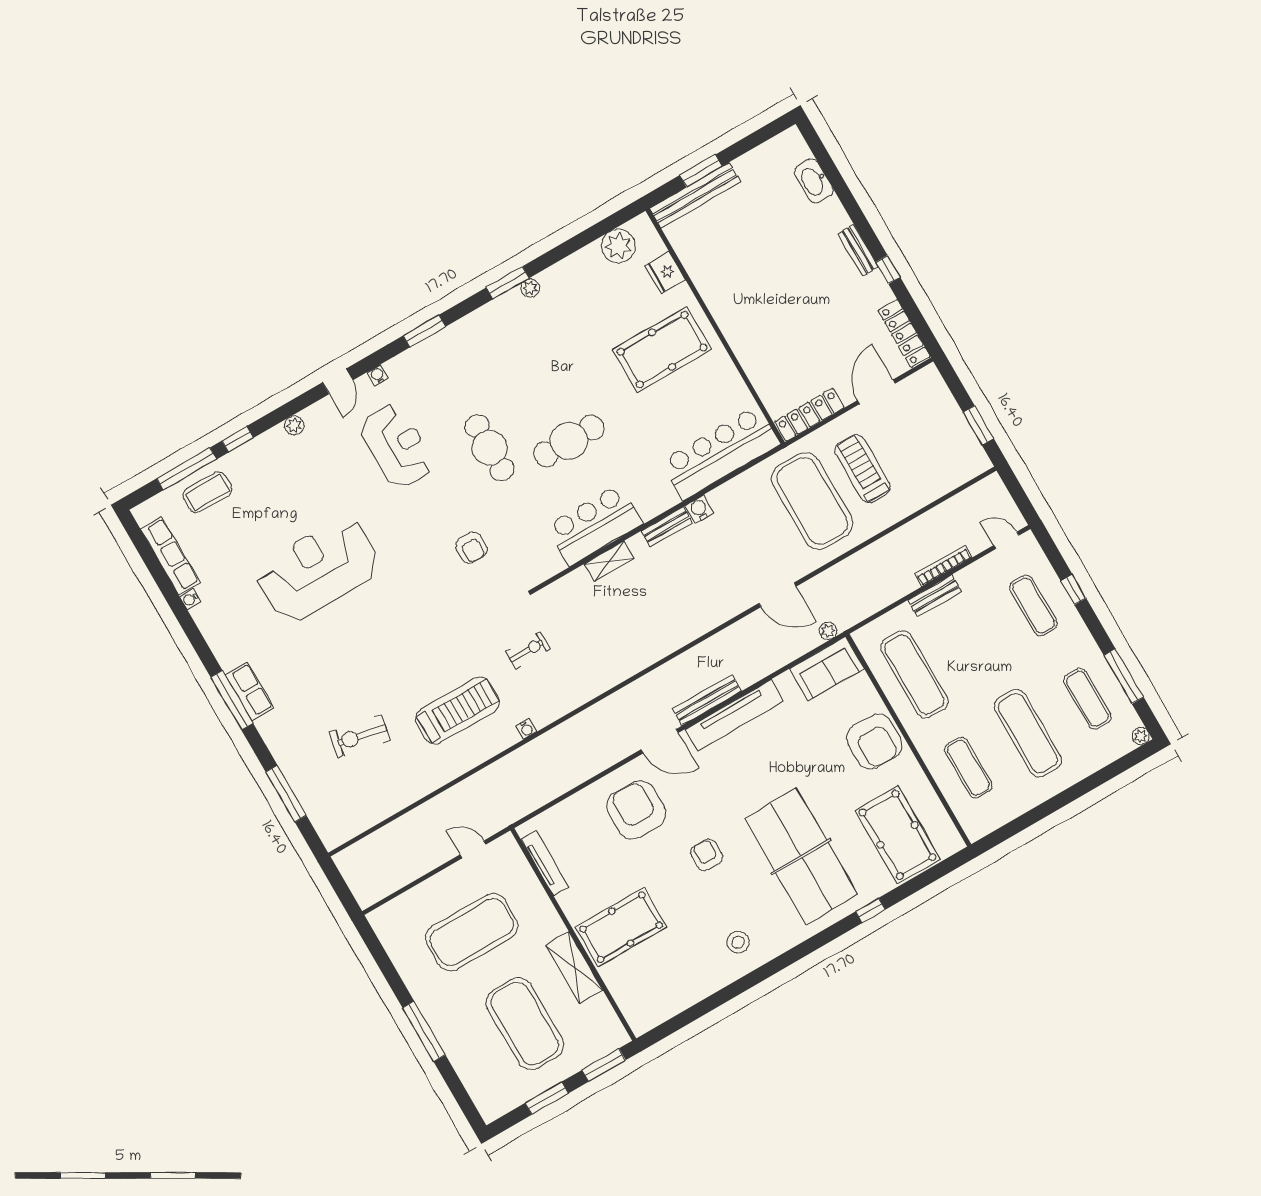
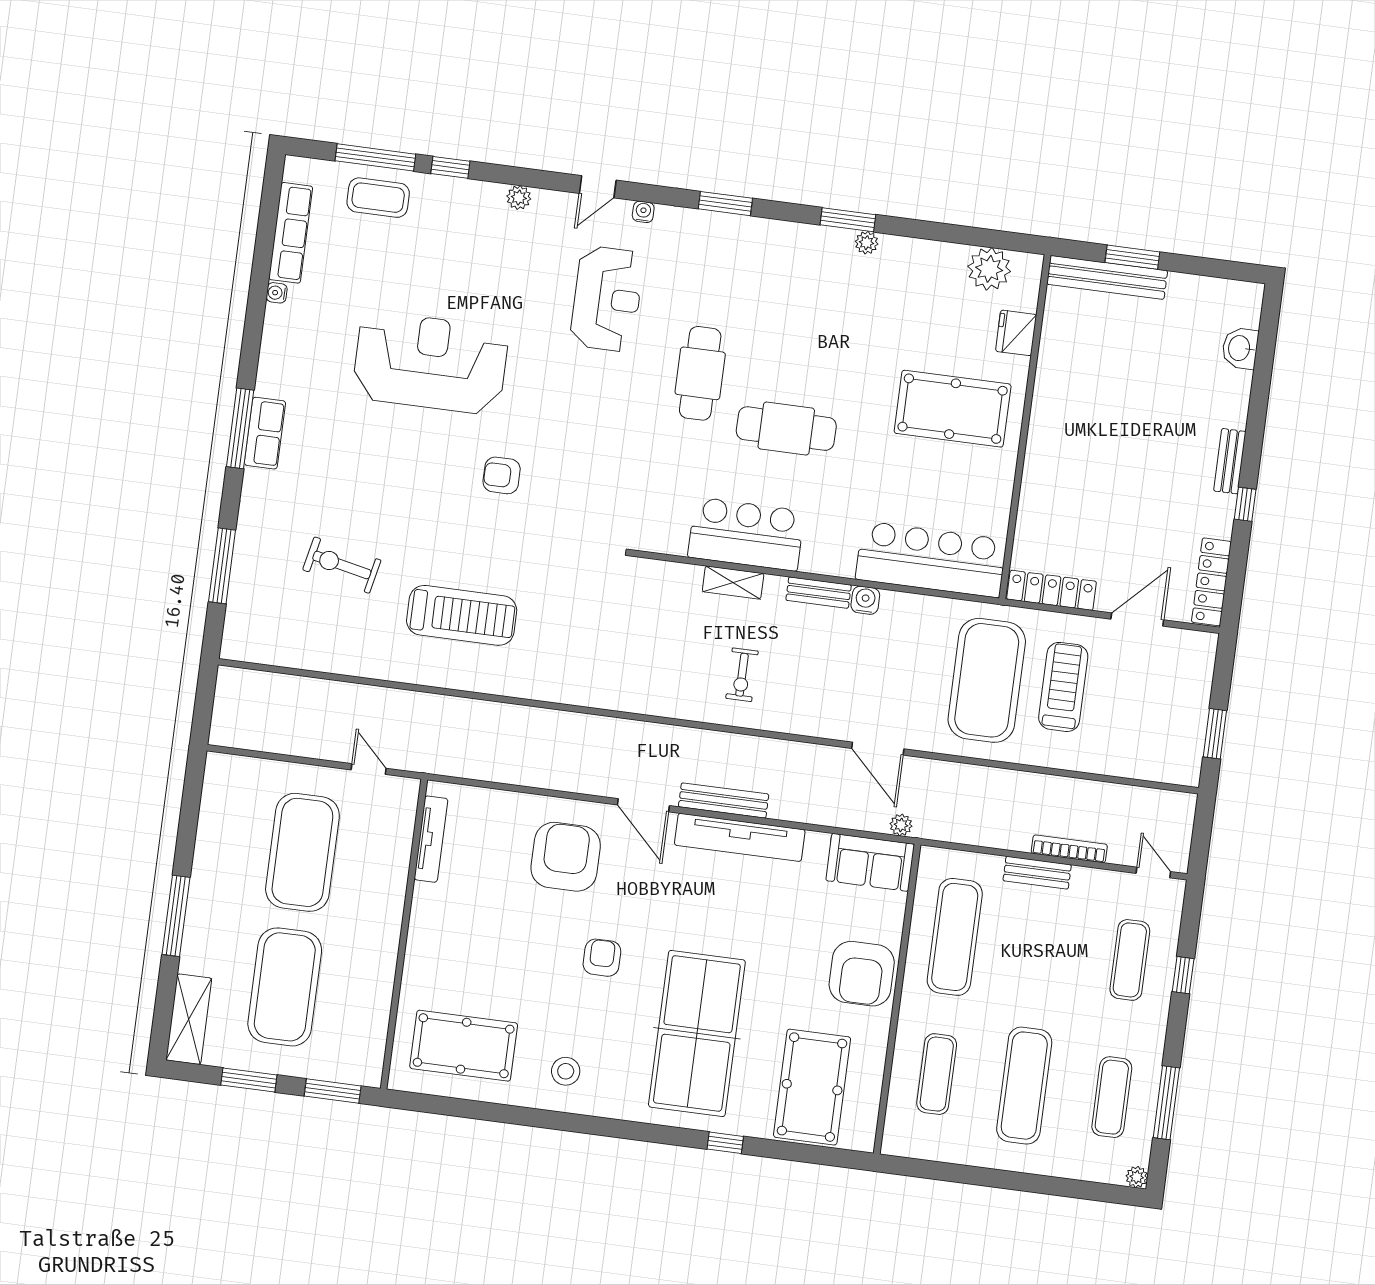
washbasin: (814, 181) -> (1240, 348), width x0.72
armchair: (471, 548) -> (502, 475), moved, turned 90
exercise bike: (528, 650) -> (742, 675), moved, turned 90
water cooler: (526, 729) -> (517, 688), removed
pool table: (621, 927) -> (464, 1046), moved
exercise mat: (472, 932) -> (302, 852), turned 90
shelving: (574, 968) -> (189, 1019), moved

